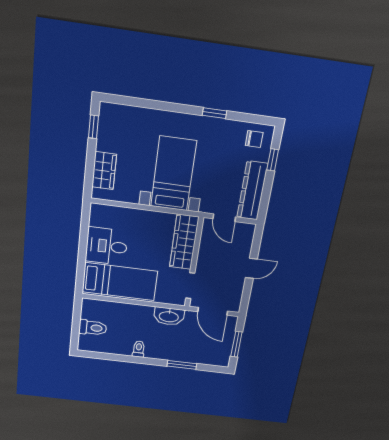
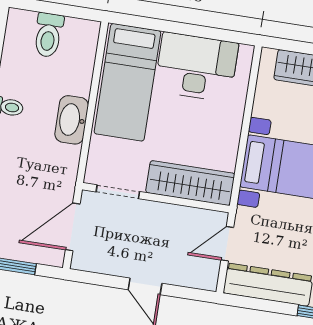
desk: (107, 246) -> (196, 67), width x1.37
washbasin: (169, 316) -> (72, 120), moved

